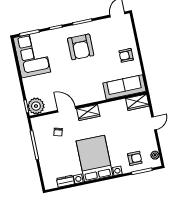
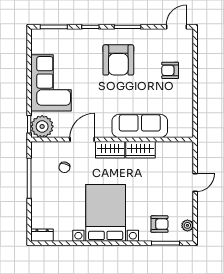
corner sofa: (32, 55) -> (51, 83), moved
armchair: (126, 55) -> (170, 70), moved
sofa: (124, 87) -> (140, 126), moved
wardrobe: (137, 102) -> (140, 150), moved
door: (67, 109) -> (82, 139), hinge flipped
dresser: (65, 181) -> (42, 235), moved

